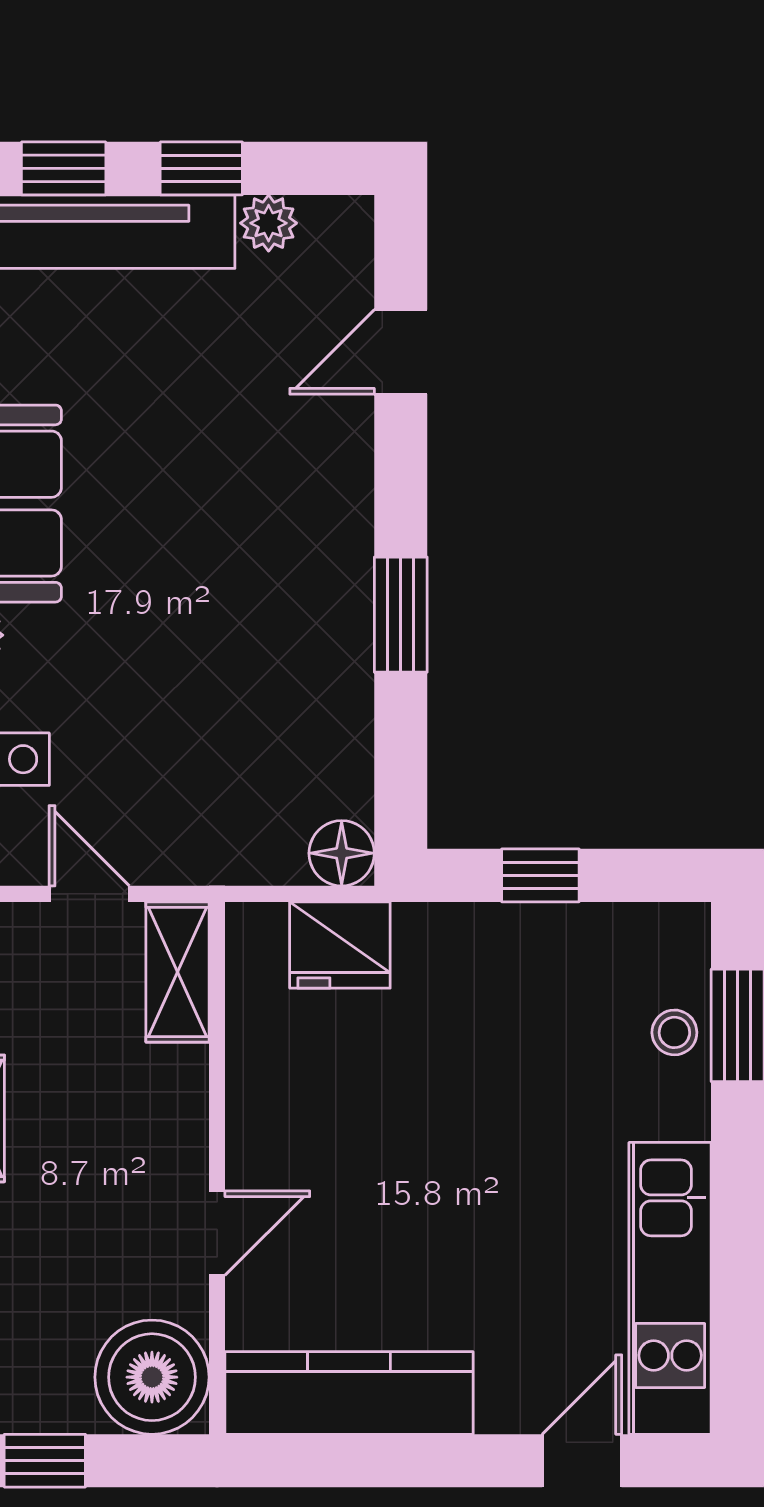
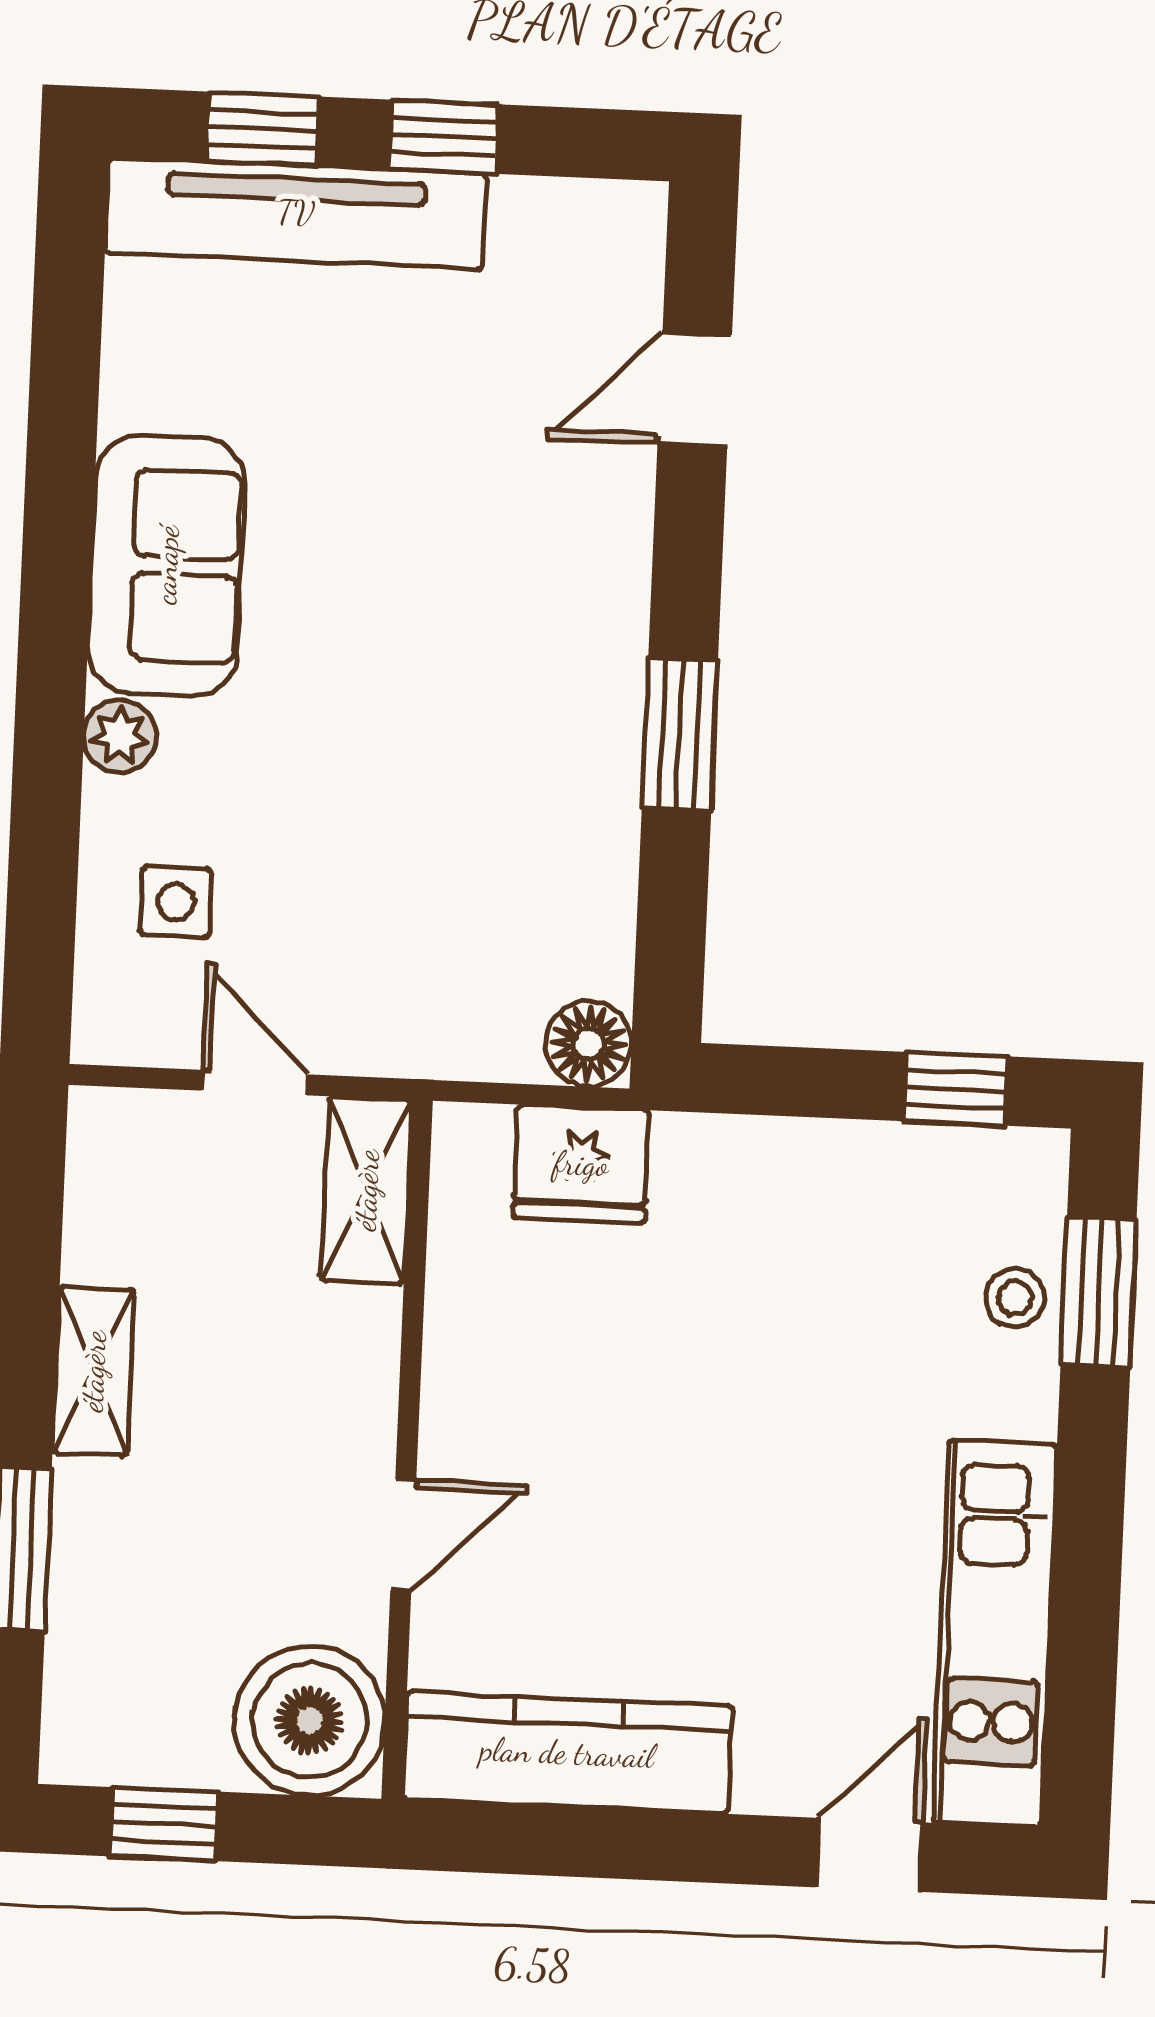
plant: (269, 223) -> (529, 212), removed
window: (540, 875) -> (955, 1089), moved

